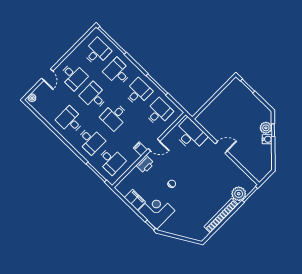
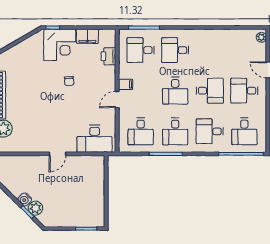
desk: (118, 72) -> (210, 131), turned 180
desk: (114, 116) -> (175, 91), turned 180
desk: (70, 120) -> (210, 50), removed
printer: (145, 164) -> (108, 56), moved

